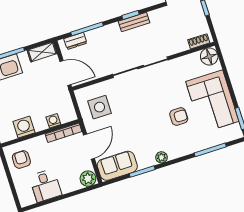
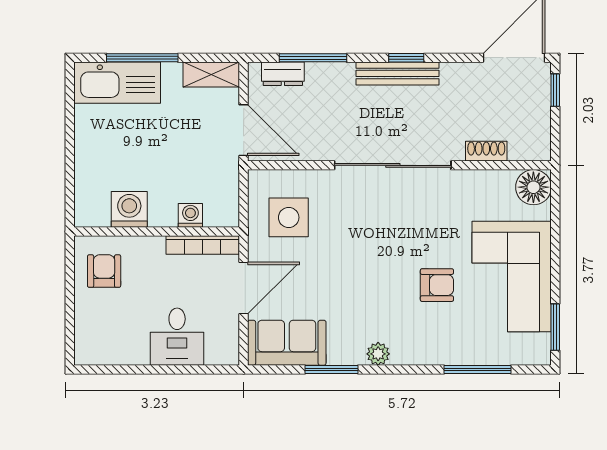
bench: (134, 22) -> (398, 73), width x1.36
shoe rack: (199, 41) -> (486, 151), moved
plant: (88, 179) -> (222, 349), removed
desk: (45, 186) -> (177, 337), moved

